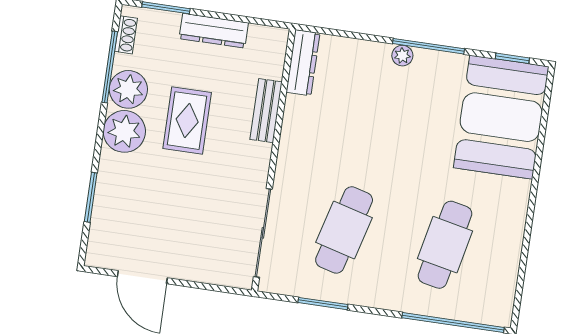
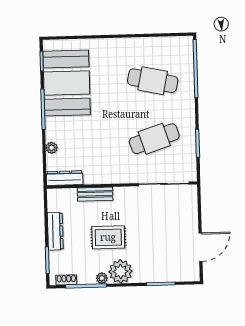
plant: (402, 56) -> (52, 148), moved
plant: (128, 89) -> (102, 278), width x0.53, depth x0.53
booth: (501, 117) -> (67, 83), moved, turned 90
cafe table: (344, 230) -> (154, 139), turned -33

